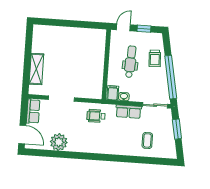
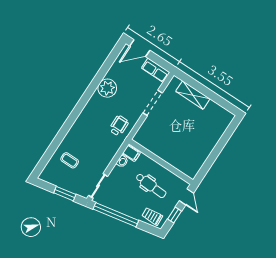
trolley: (155, 58) -> (152, 216), moved
row of seats: (129, 112) -> (106, 158), removed
plant: (59, 142) -> (107, 88), moved

